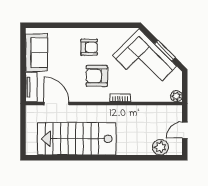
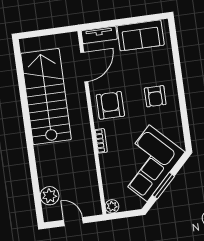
armchair: (97, 76) -> (110, 105), moved

